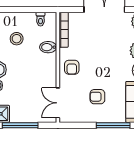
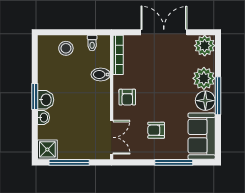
stool: (17, 39) -> (66, 48), moved
double door: (58, 103) -> (112, 137), swing flipped

